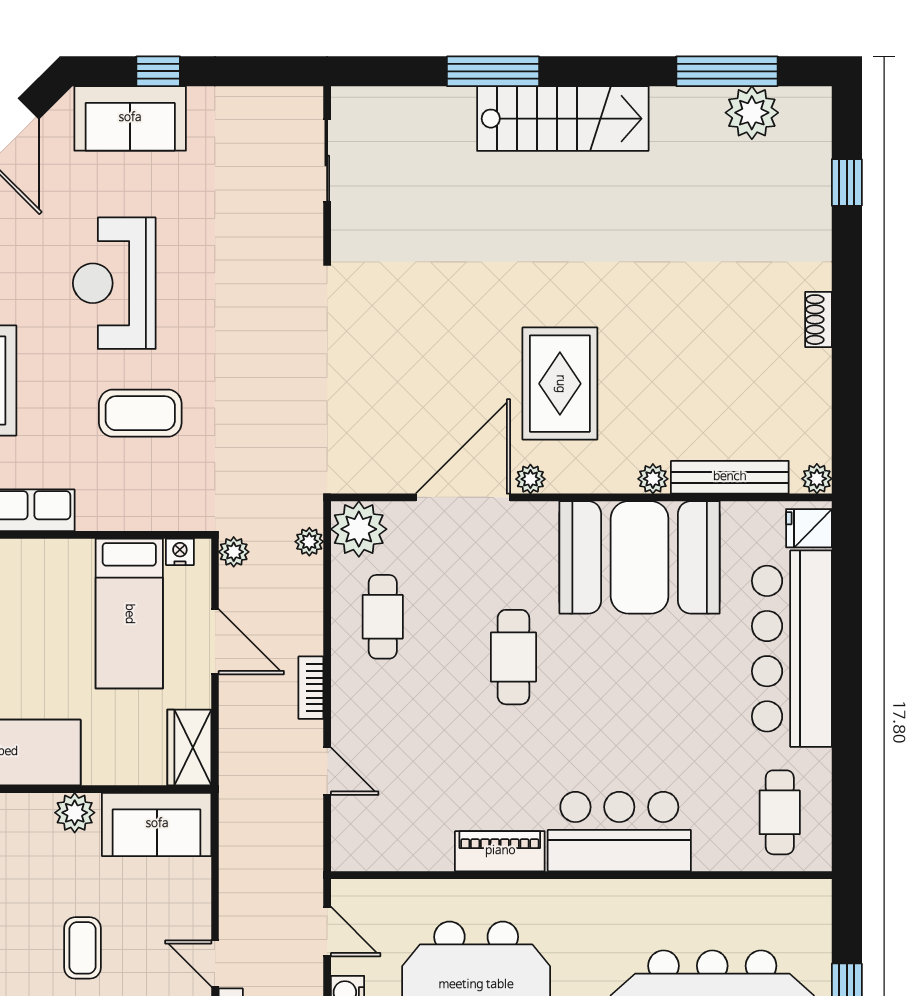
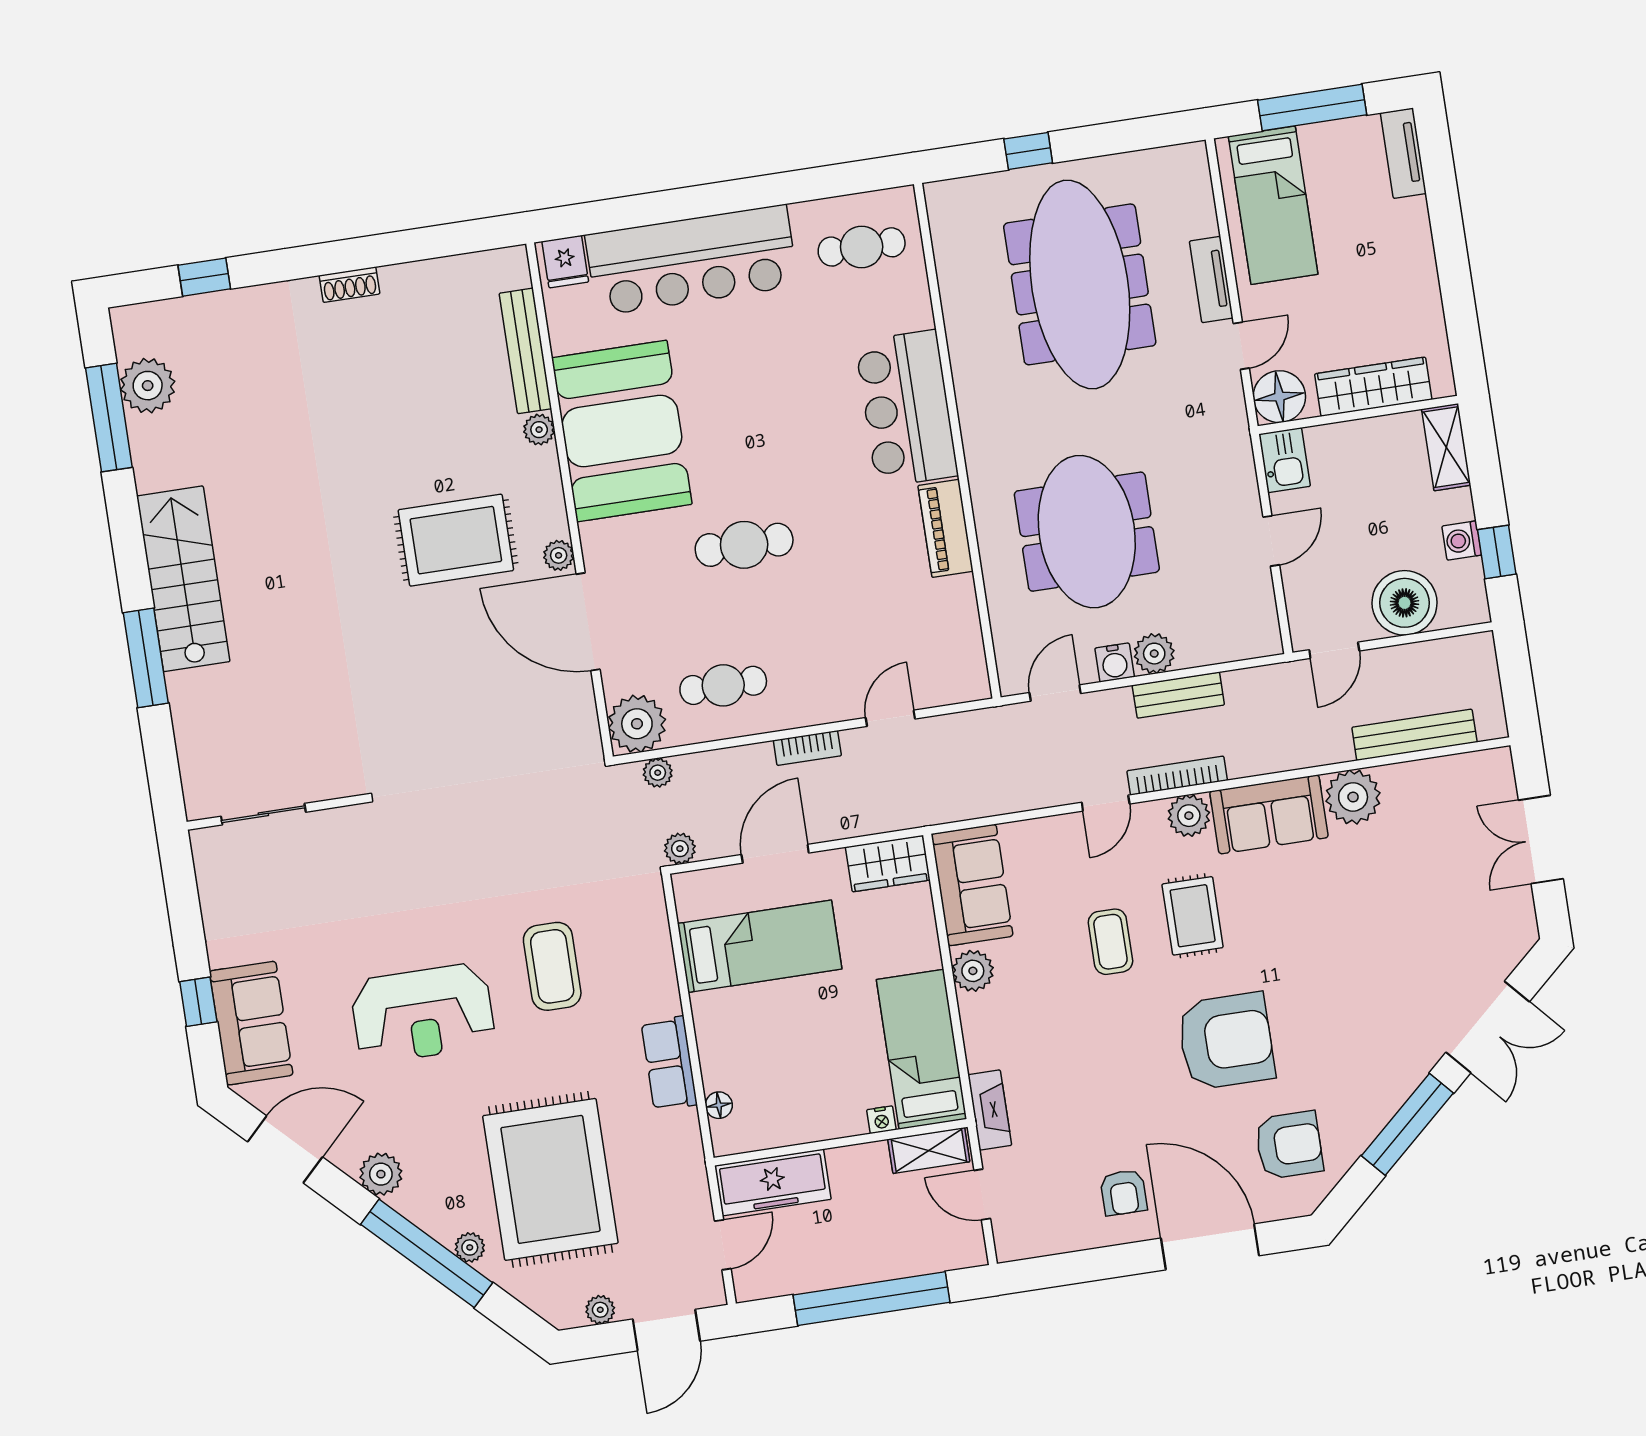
plant: (817, 479) -> (513, 261), removed
nightstand: (180, 552) -> (688, 904), removed
coffee table: (82, 948) -> (1110, 942), turned 90

